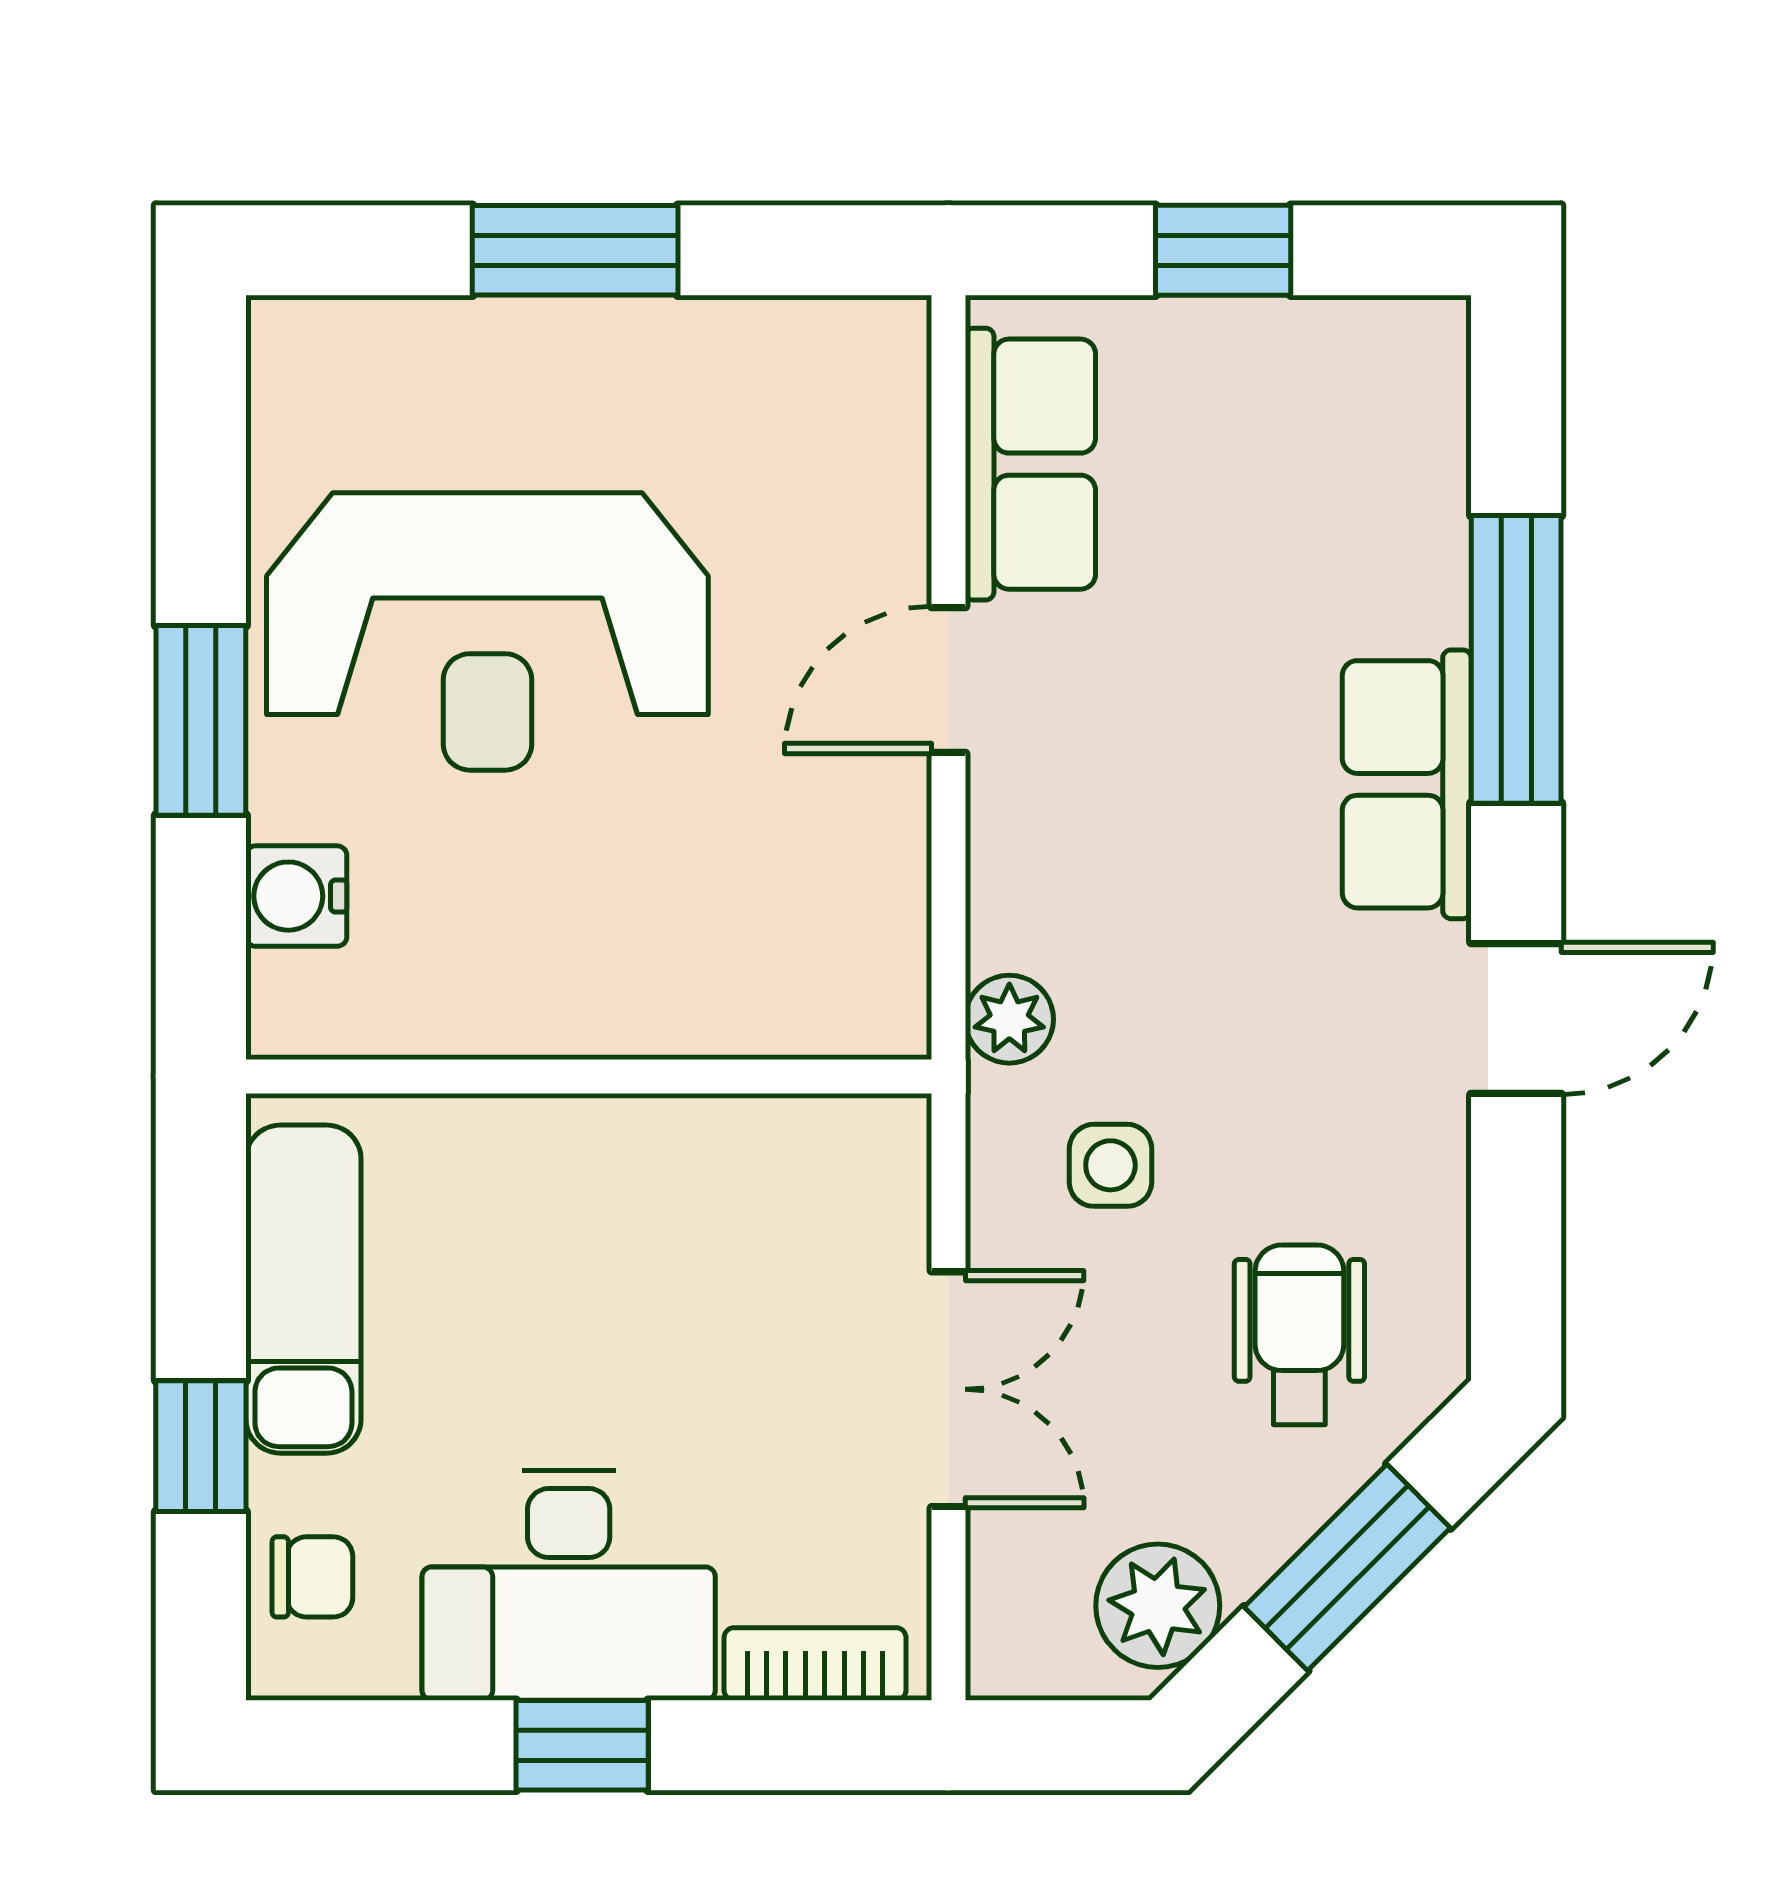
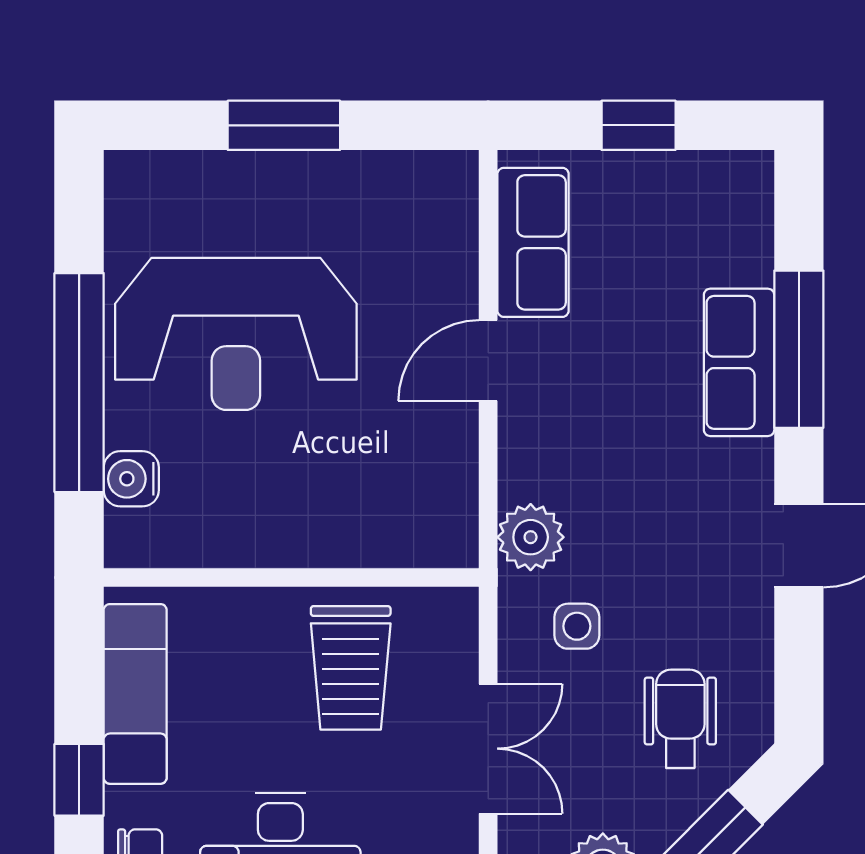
window: (201, 720) -> (79, 383), width x2.11
row of seats: (1407, 784) -> (739, 362), moved
plant: (1009, 1019) -> (531, 537), width x1.38, depth x1.38
trolley: (697, 1241) -> (351, 668), added

